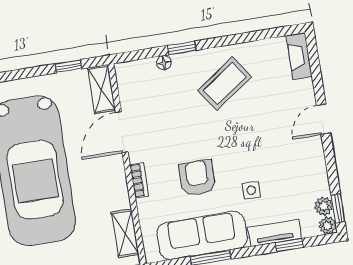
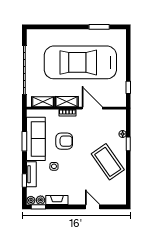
fireplace: (299, 56) -> (57, 200), moved
coffee table: (225, 83) -> (108, 162), width x1.36, depth x1.32
shelving: (101, 89) -> (67, 102), moved
door: (324, 119) -> (93, 207), moved

